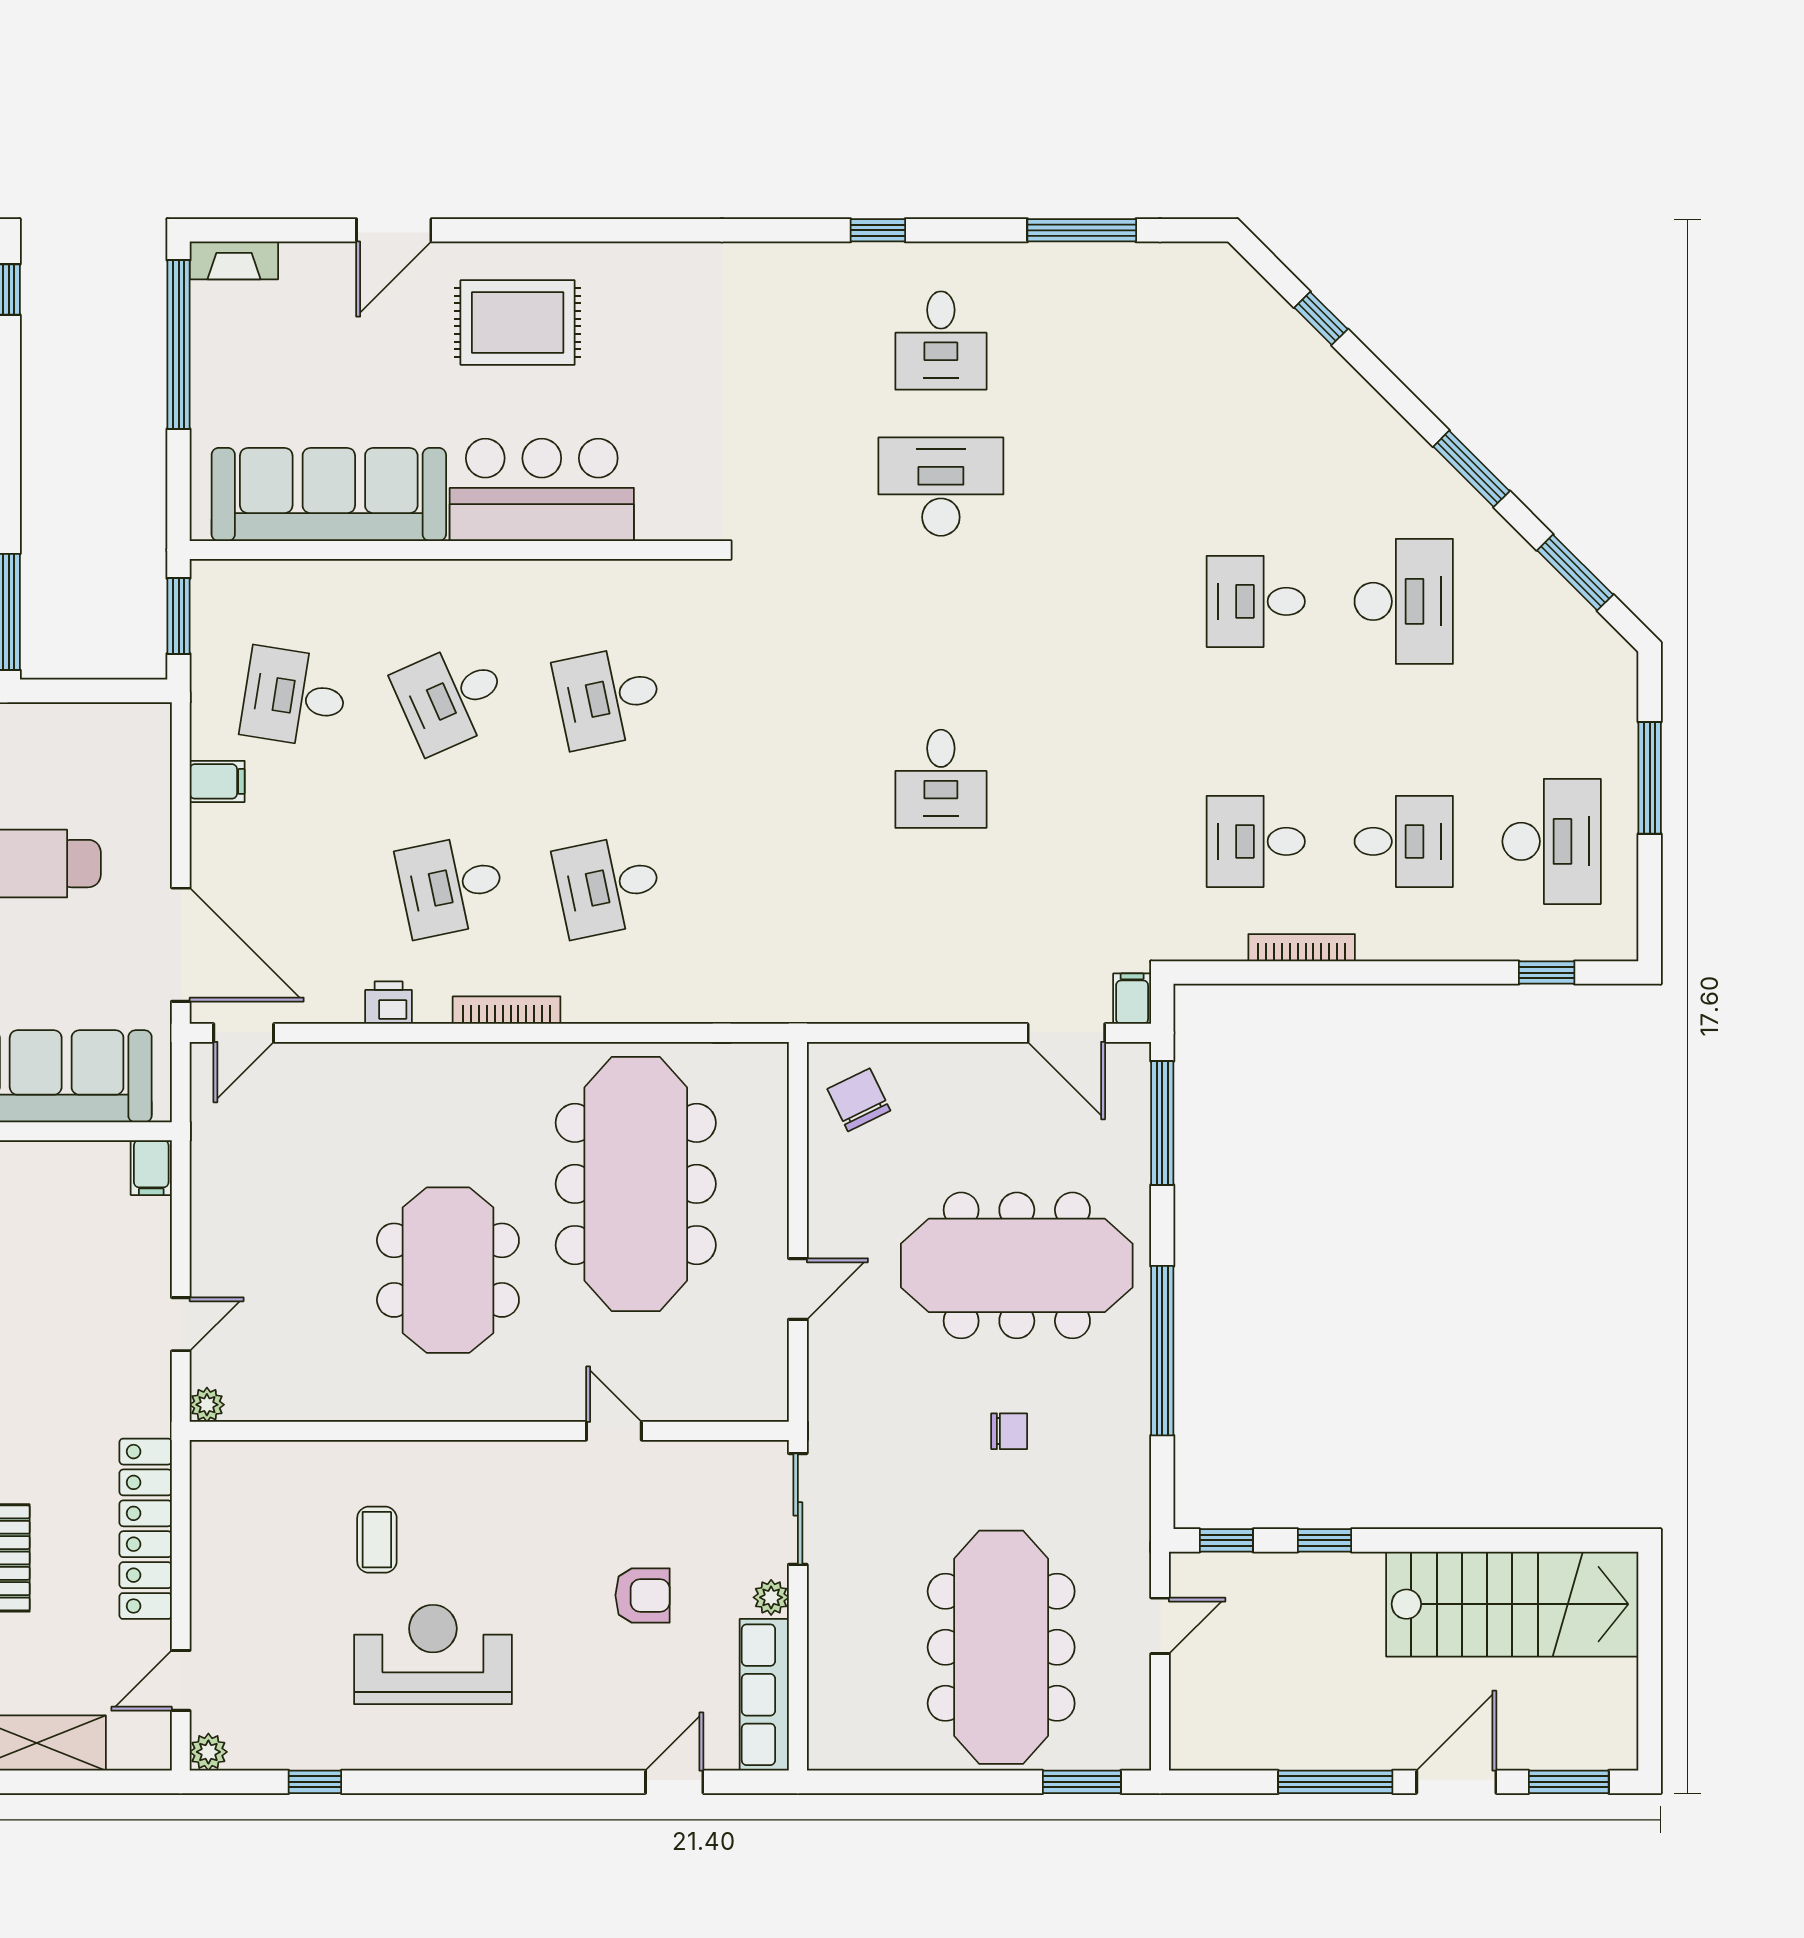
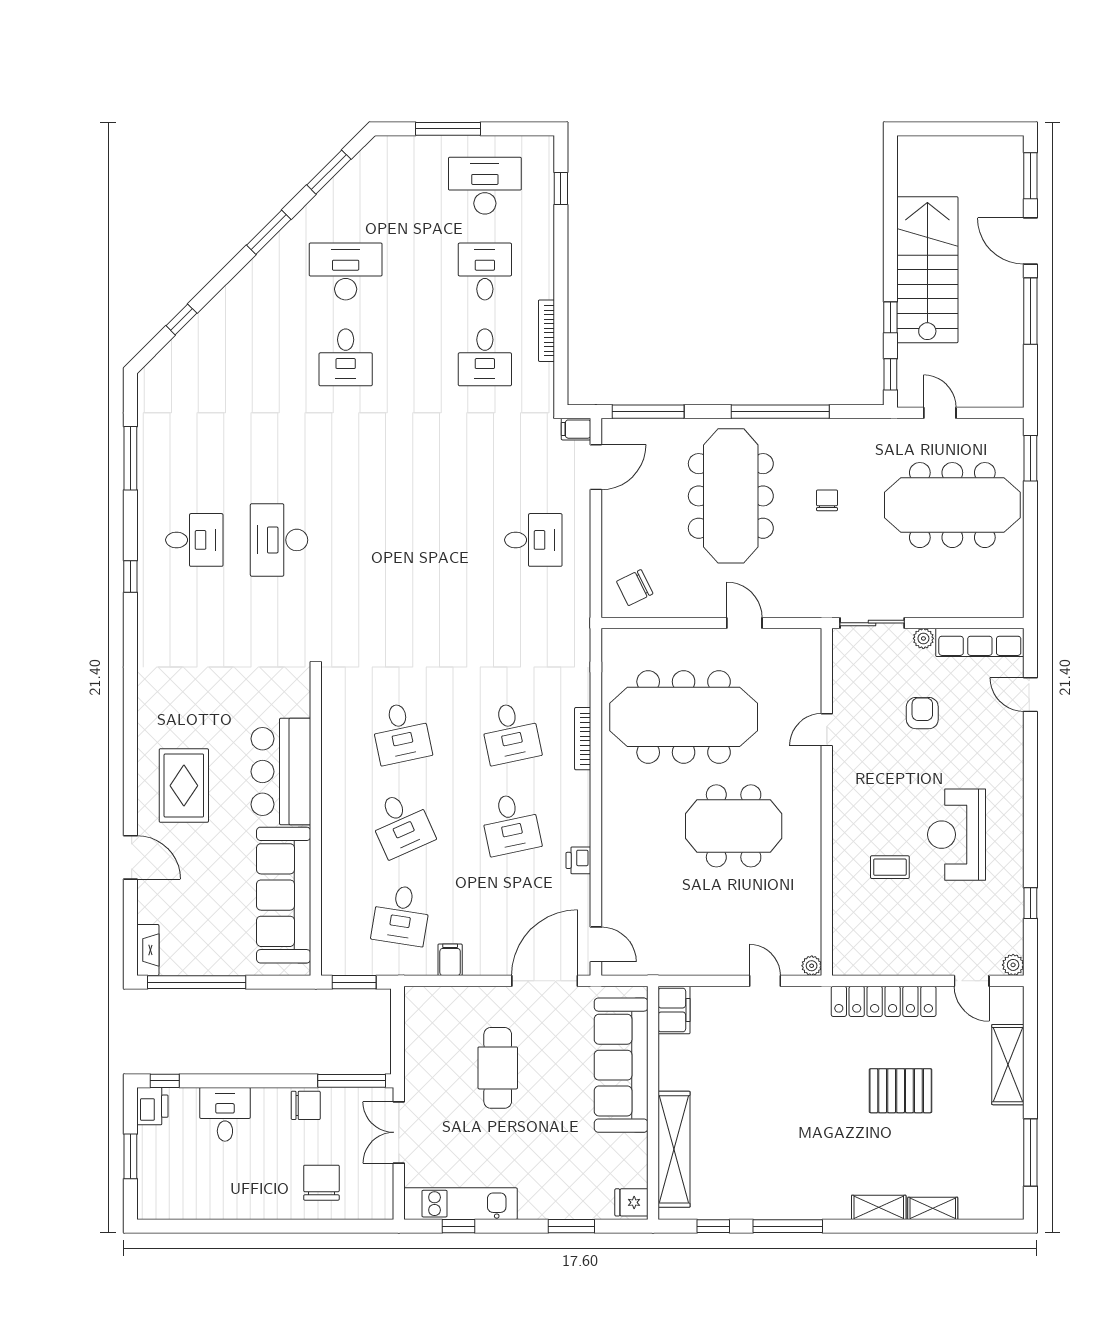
desk: (941, 779) -> (533, 540), moved
bookcase: (507, 1010) -> (583, 739), moved
filing cabinet: (151, 1168) -> (674, 1010), width x2.00
stairs: (1512, 1604) -> (927, 270), moved

